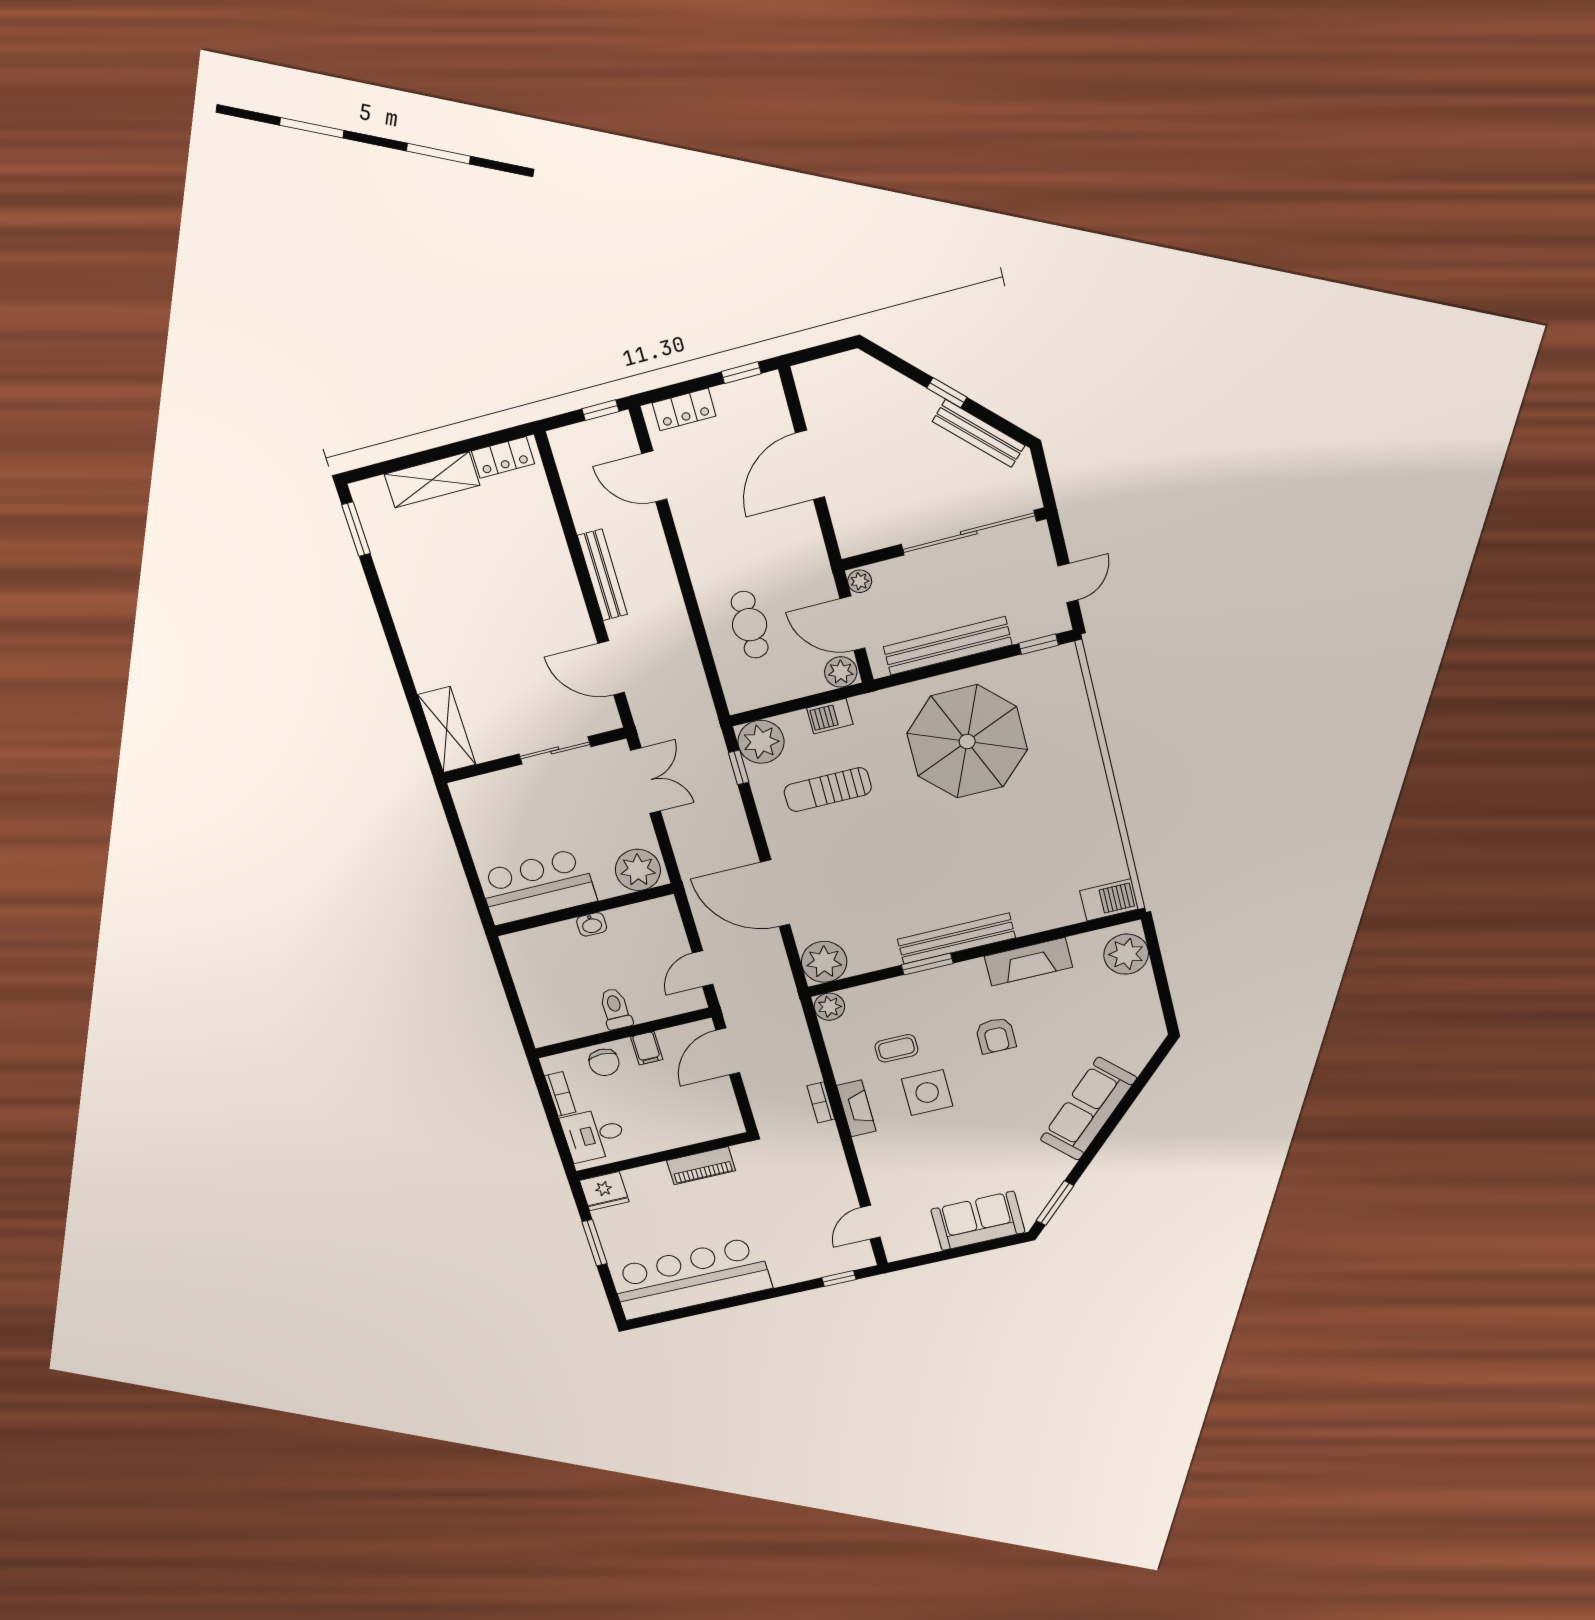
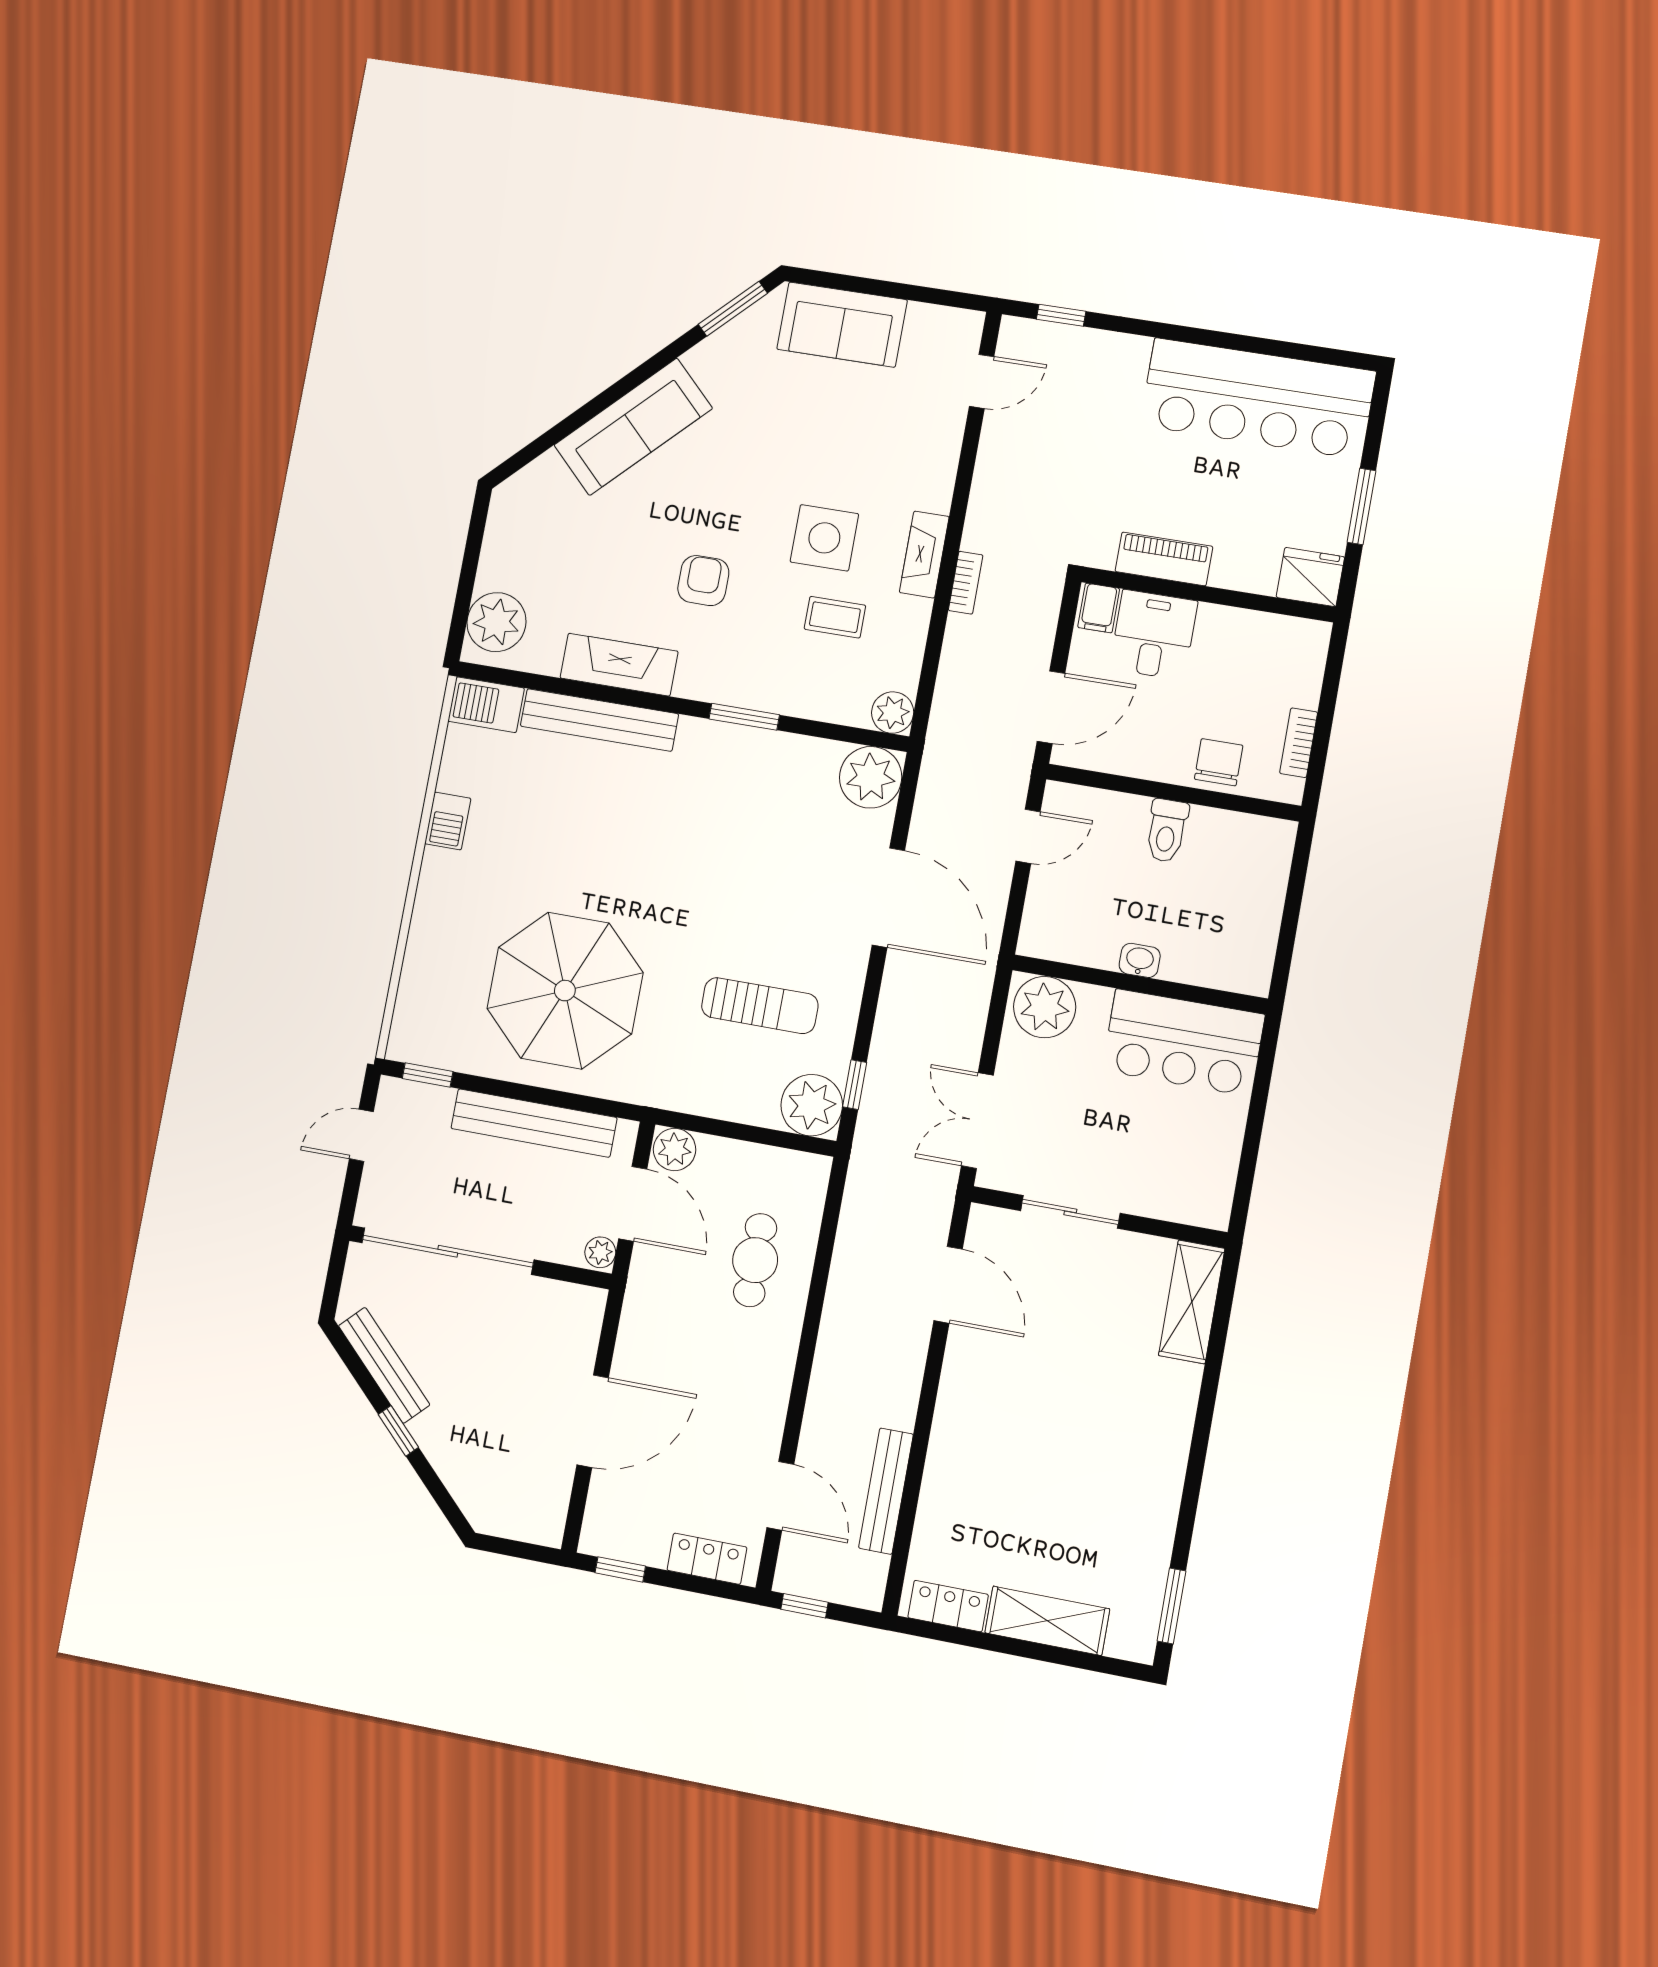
bench: (602, 575) -> (886, 1491), moved
barbecue: (830, 716) -> (448, 821), moved, turned 90
bench: (956, 939) -> (599, 720), moved
filing cabinet: (647, 1048) -> (1099, 608), moved, turned 180
desk: (594, 1135) -> (1153, 635), moved, turned -90

